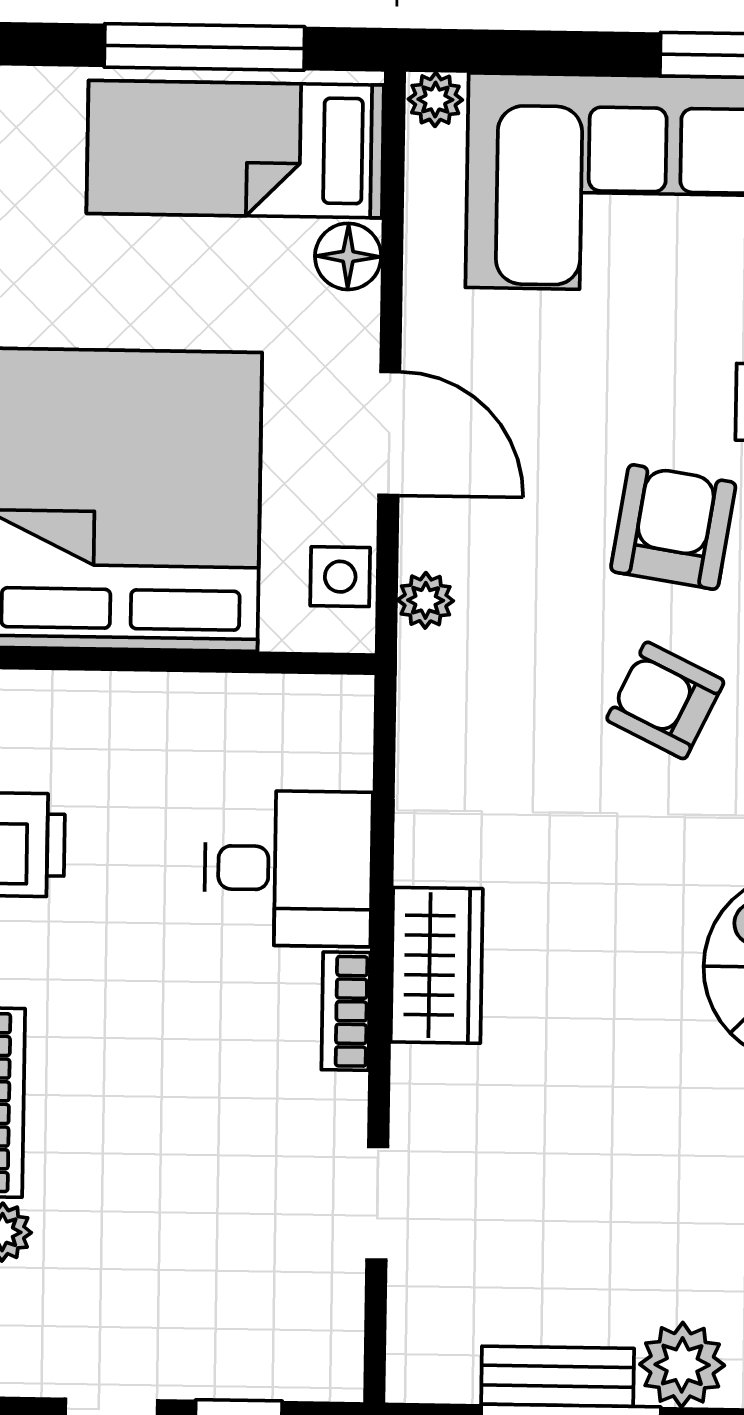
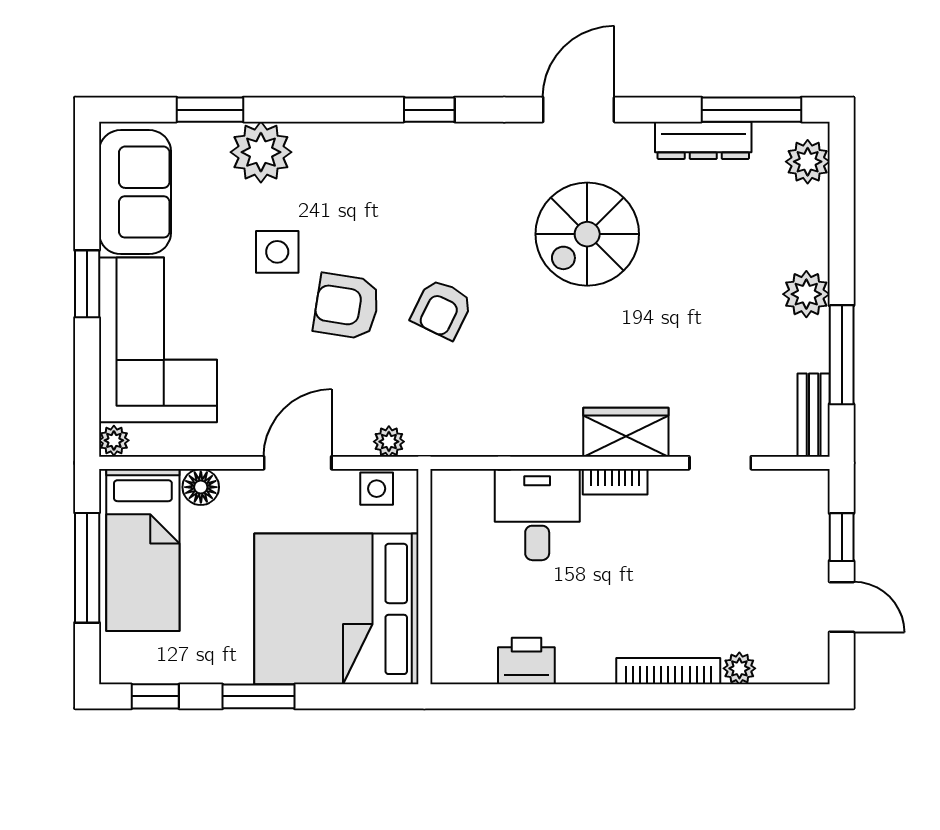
wardrobe: (437, 965) -> (626, 432), moved
bench: (558, 1376) -> (814, 415), moved

